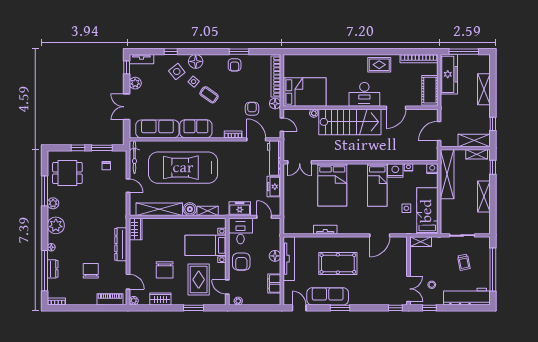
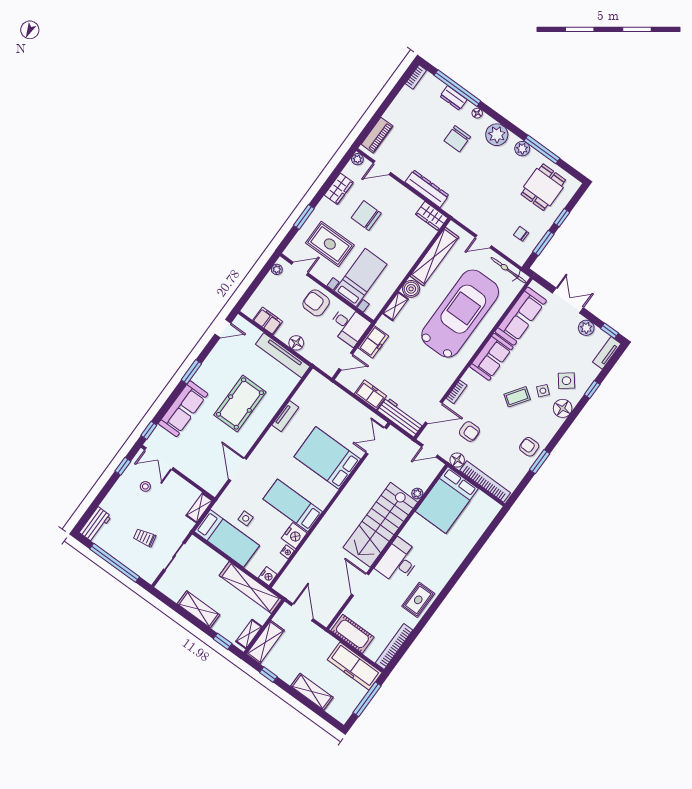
chair: (91, 271) -> (457, 139), moved, turned 90
sofa: (328, 296) -> (183, 409), moved
workbench: (467, 297) -> (95, 524), width x0.53, depth x0.76

